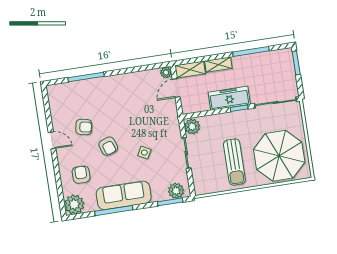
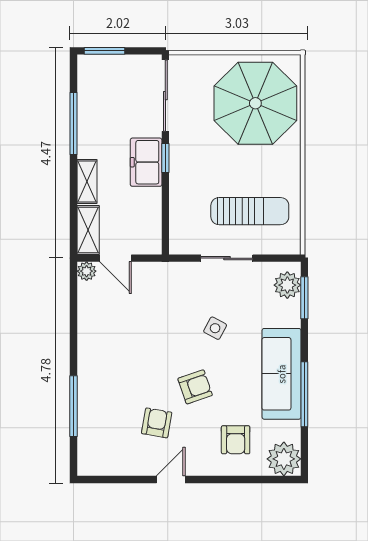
freezer: (229, 98) -> (146, 162), width x0.71
plant: (192, 127) -> (184, 241), removed
sun lounger: (234, 162) -> (250, 211), moved
armchair: (81, 175) -> (236, 440), turned -90

